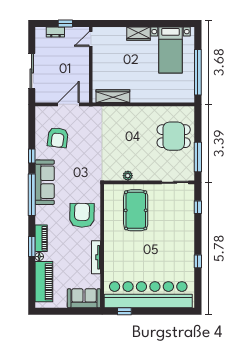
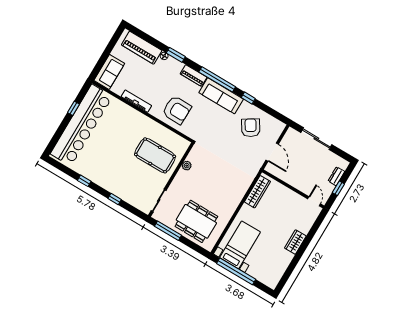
bed with nightstands: (171, 50) -> (240, 245), moved, turned 90
dining table: (174, 136) -> (196, 221), width x1.38
armchair: (58, 138) -> (251, 128), turned 51
window: (198, 207) -> (115, 199), moved
piano: (41, 238) -> (194, 76), moved
window: (124, 311) -> (73, 108), moved

